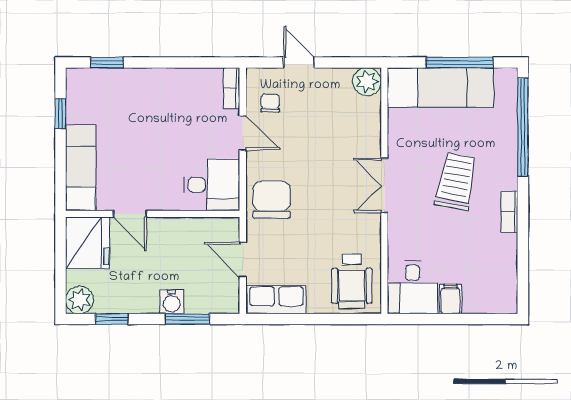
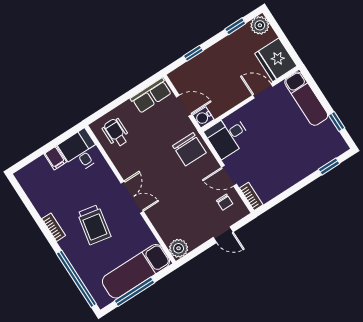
wheelchair: (352, 281) -> (116, 133), width x0.73, depth x0.73
water cooler: (172, 302) -> (203, 117), moved, turned -90
window: (188, 319) -> (193, 53), width x0.67

